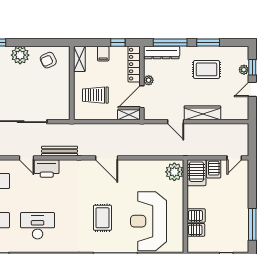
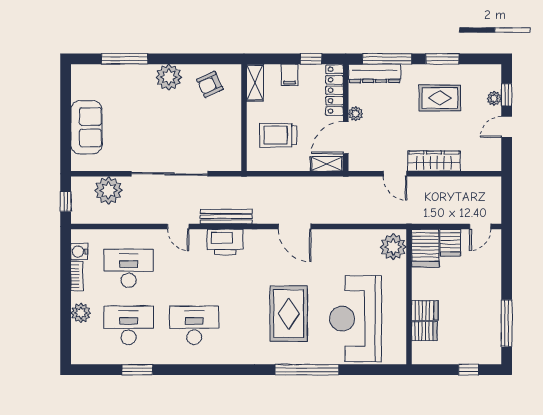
printer: (47, 168) -> (225, 242), moved
rug: (102, 218) -> (289, 314), width x1.36, depth x1.43

